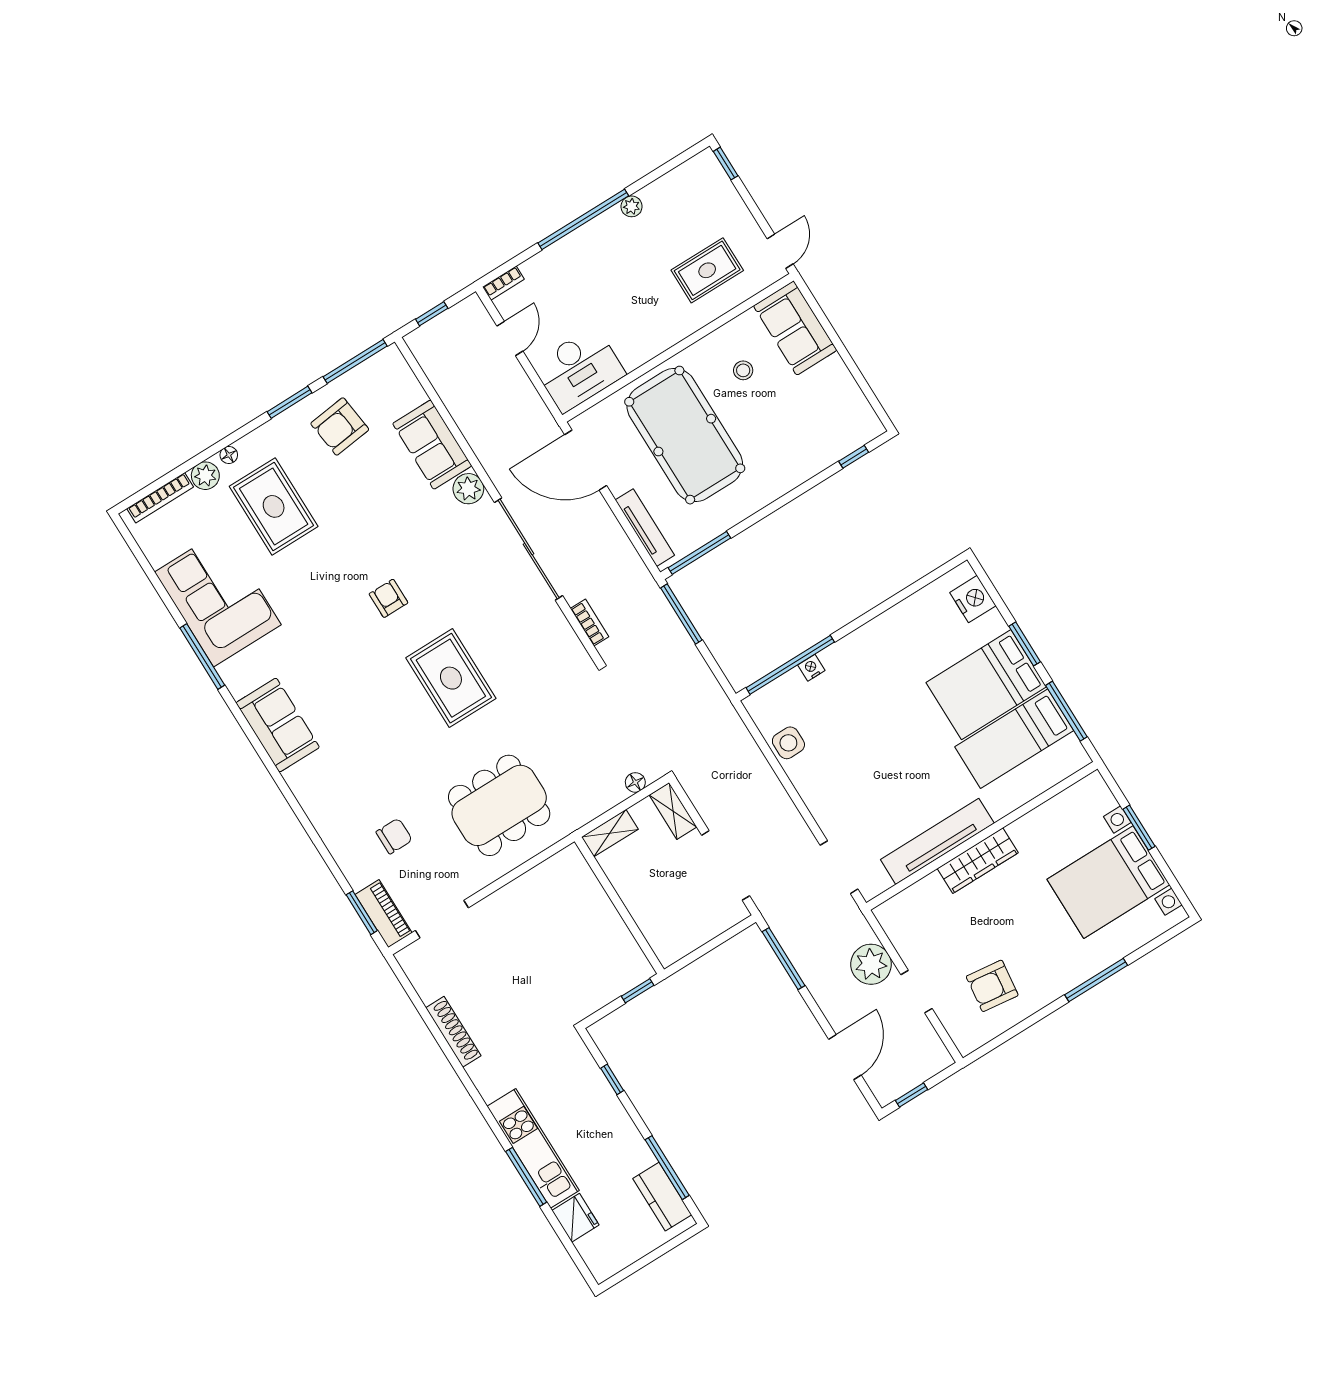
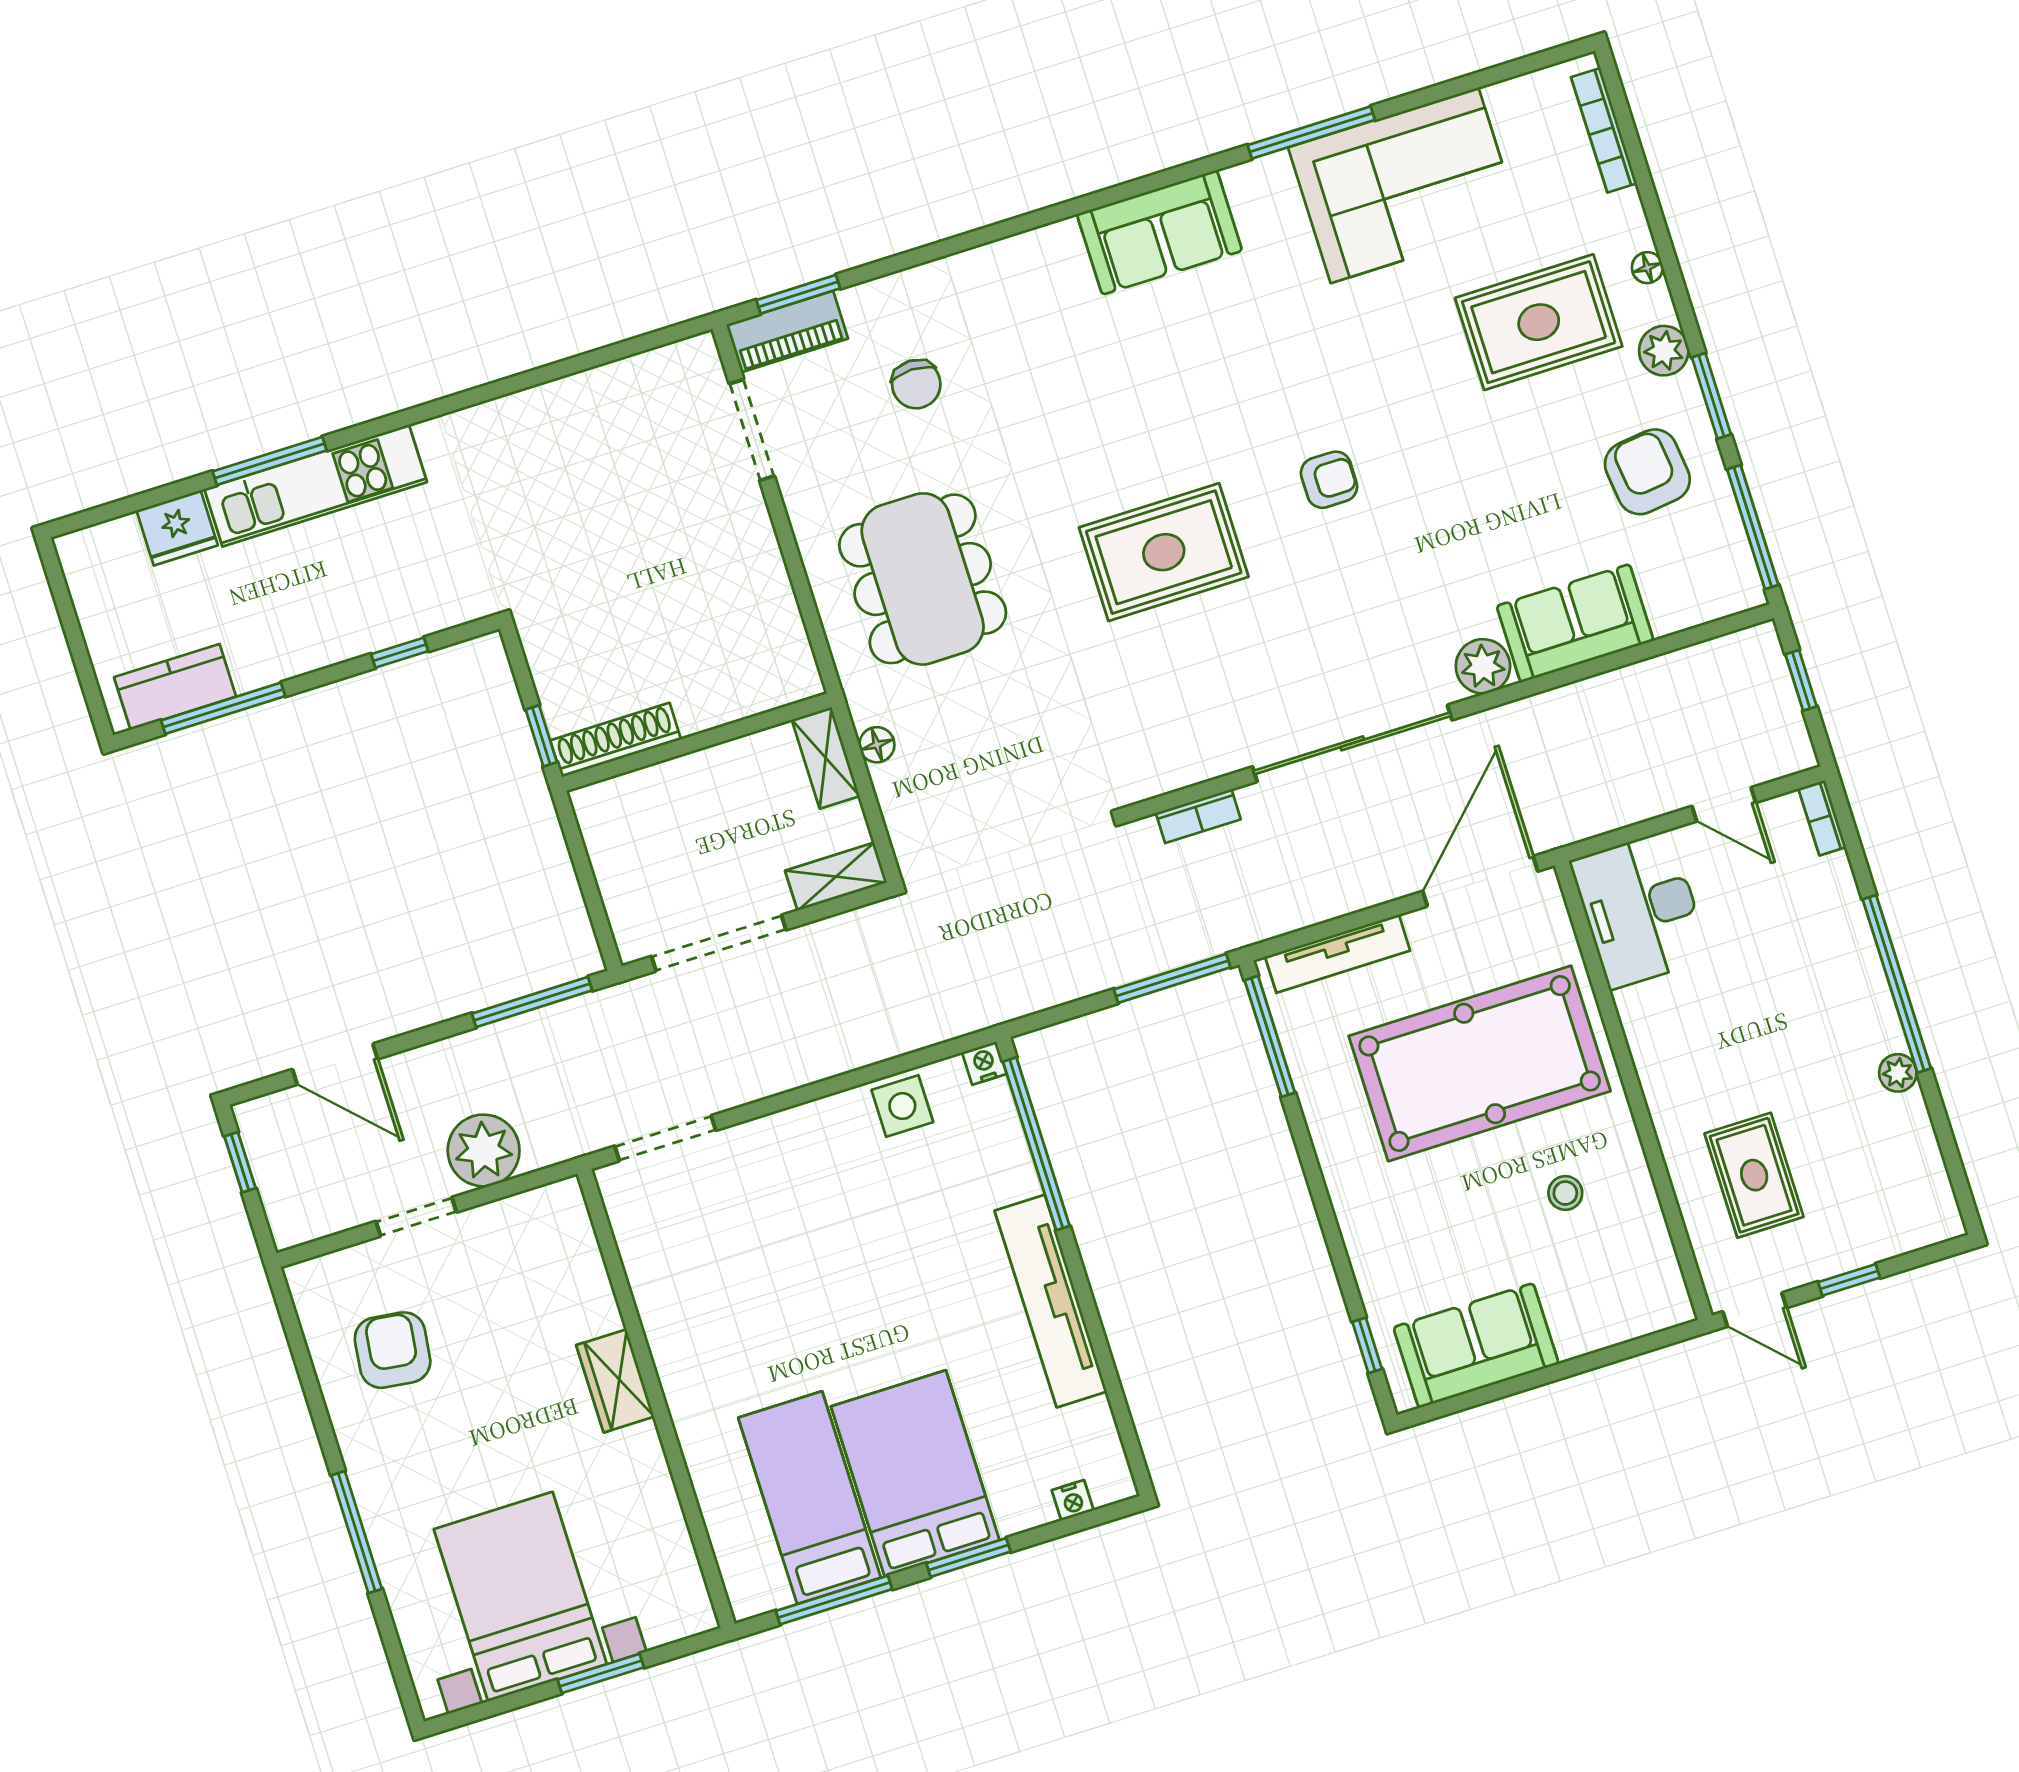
window: (726, 164) -> (1849, 1280), moved
sofa: (795, 328) -> (1476, 1346), moved
plant: (205, 476) -> (1664, 351), moved
nightstand: (973, 599) -> (1073, 1500), width x0.53, depth x0.56
nightstand: (811, 668) -> (984, 1063), moved, turned -90
floor lamp: (635, 782) -> (877, 745), moved
tv unit: (937, 841) -> (1051, 1301), moved, turned 180
wardrobe: (978, 861) -> (615, 1381), width x0.67
shoe rack: (453, 1032) -> (616, 740), moved, turned 180

